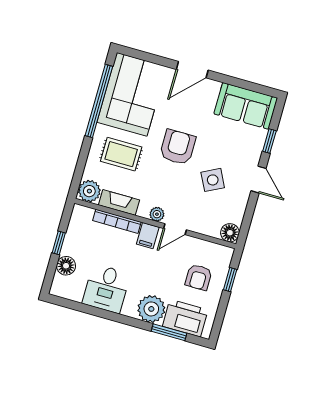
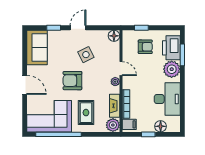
filing cabinet: (148, 236) -> (129, 124), moved
desk: (106, 289) -> (167, 99), width x1.37

